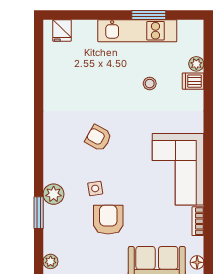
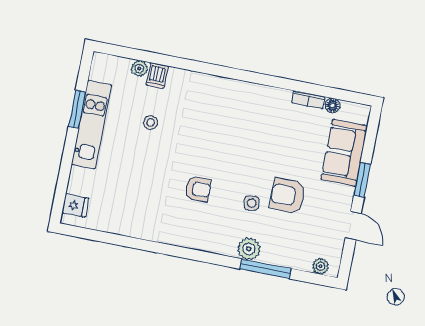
armchair: (98, 138) -> (198, 189), turned -119
corner sofa: (178, 169) -> (248, 110), removed
window: (39, 213) -> (266, 269), width x1.44
floor lamp: (197, 262) -> (332, 106), moved

